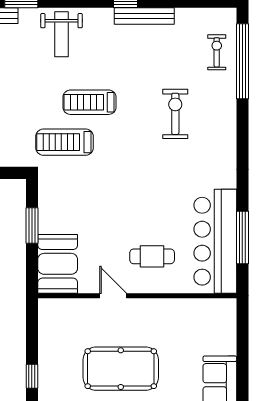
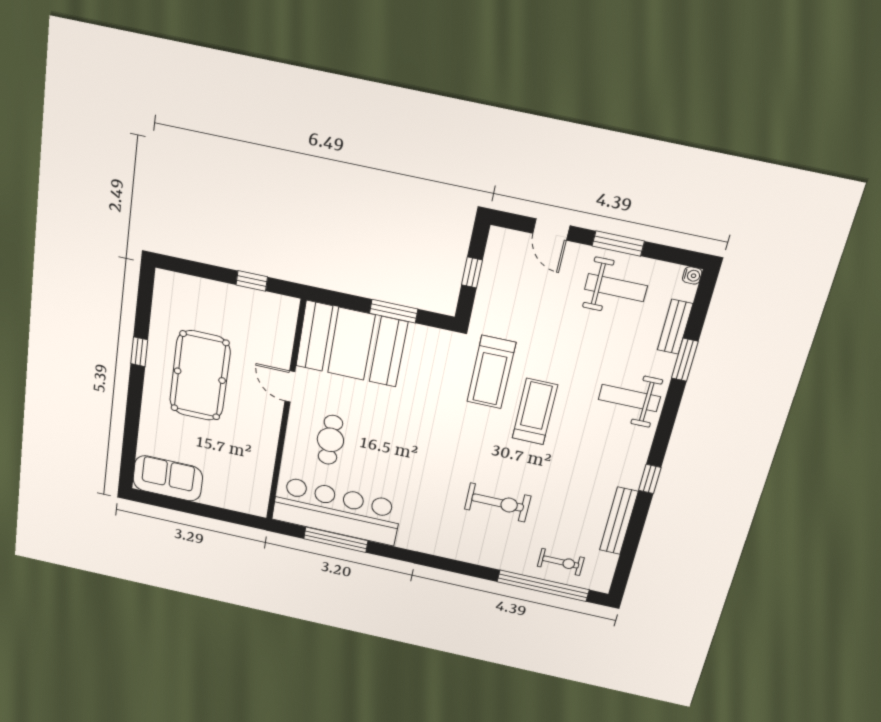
bench: (144, 16) -> (619, 521), moved
treadmill: (65, 142) -> (491, 372), turned 180
booth: (58, 264) -> (351, 344), width x1.36, depth x1.42
door: (113, 296) -> (290, 386), swing flipped
window: (32, 376) -> (252, 281), moved

